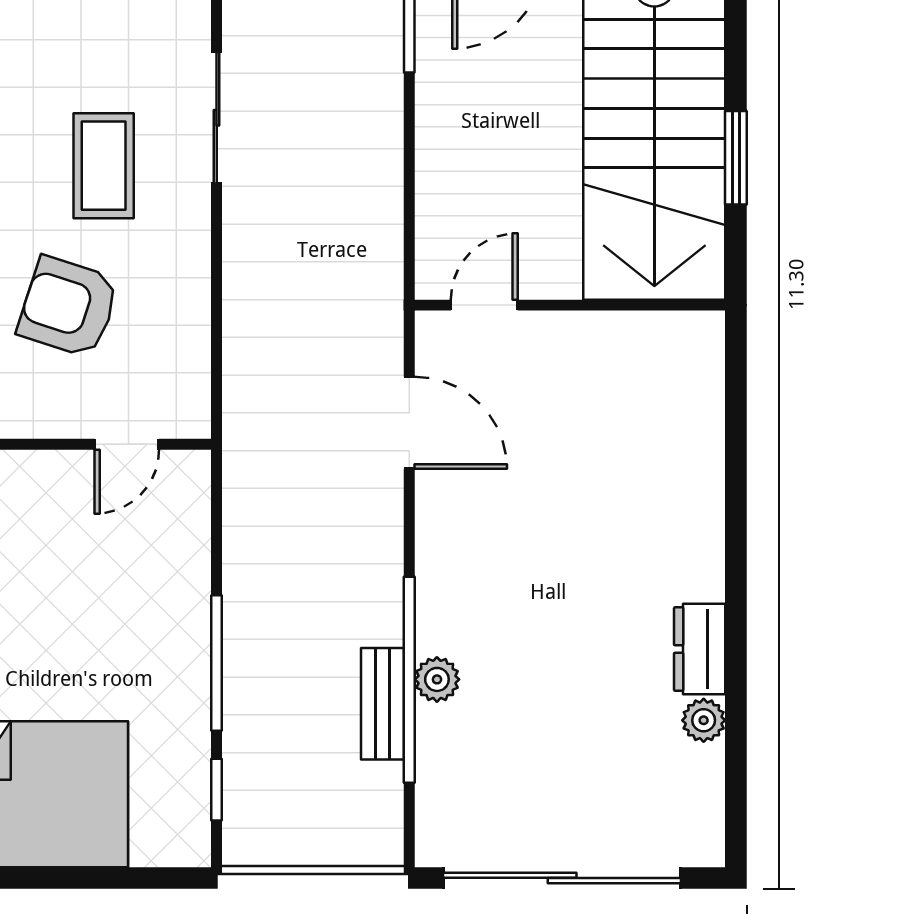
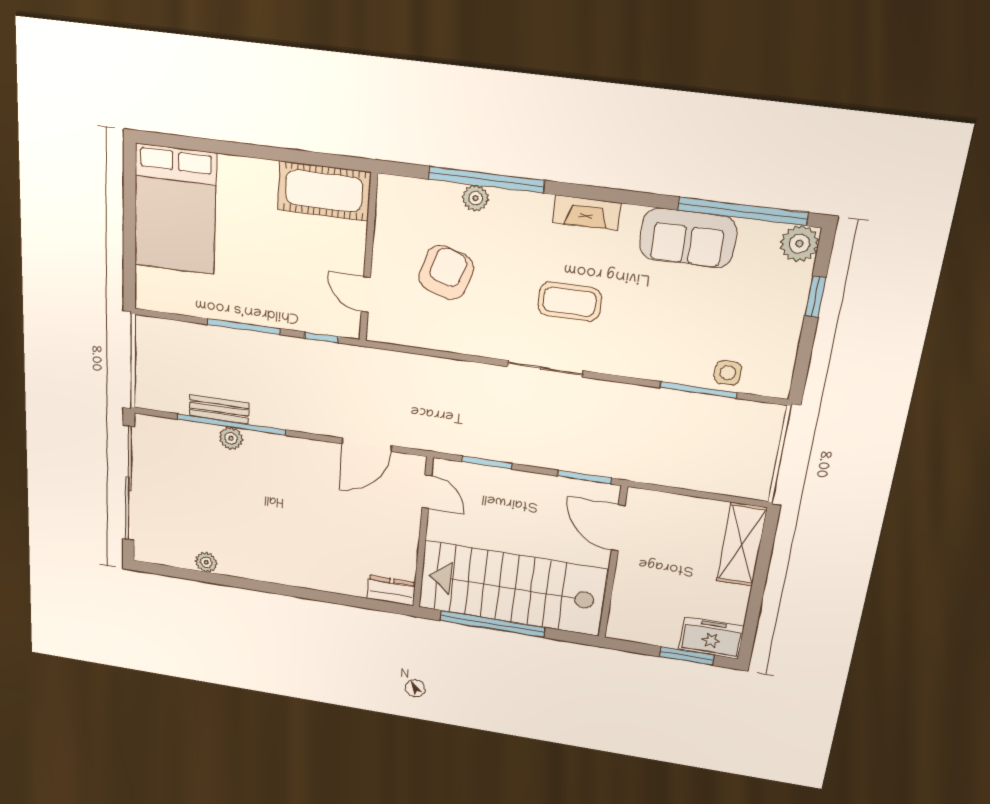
window: (736, 158) -> (492, 624), width x2.11
coffee table: (104, 166) -> (570, 302), moved
window: (409, 201) -> (487, 463), added
dresser: (700, 649) -> (391, 590), moved
window: (217, 790) -> (322, 337), moved

